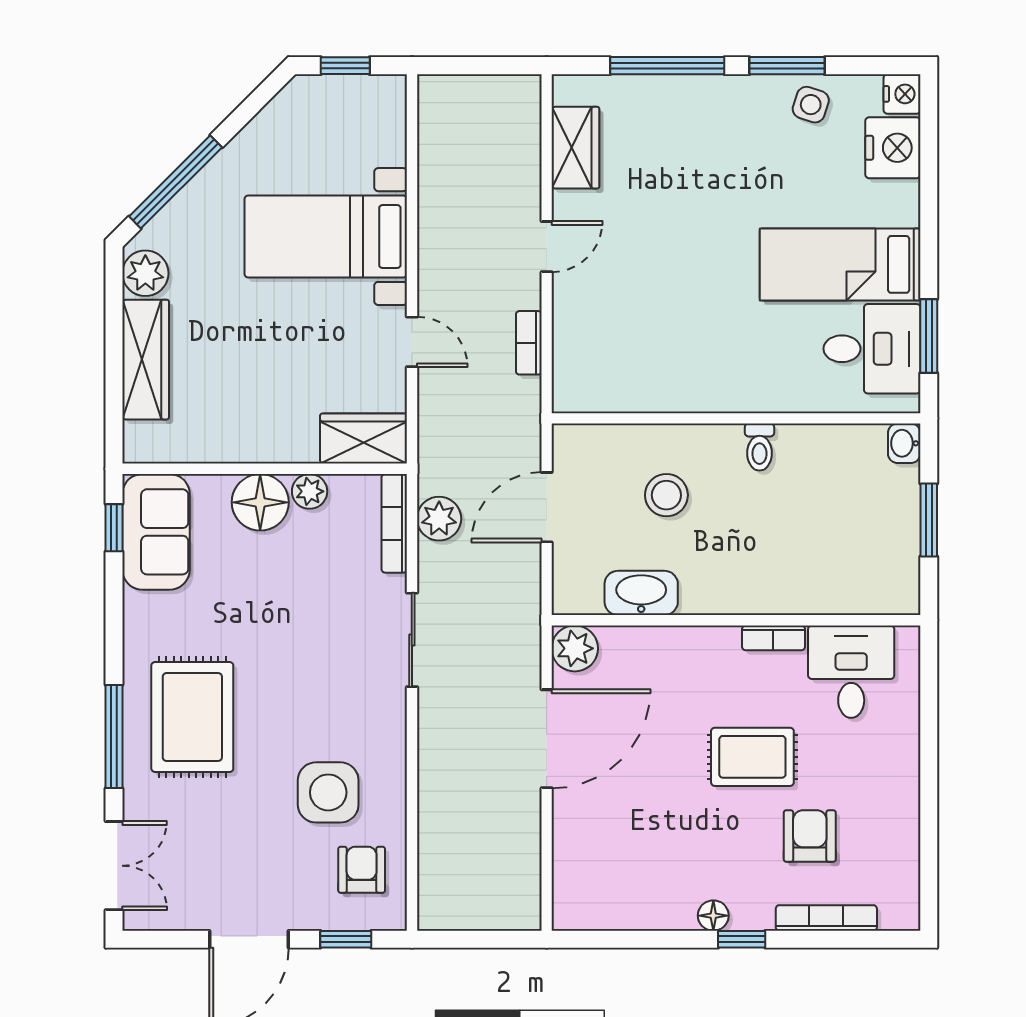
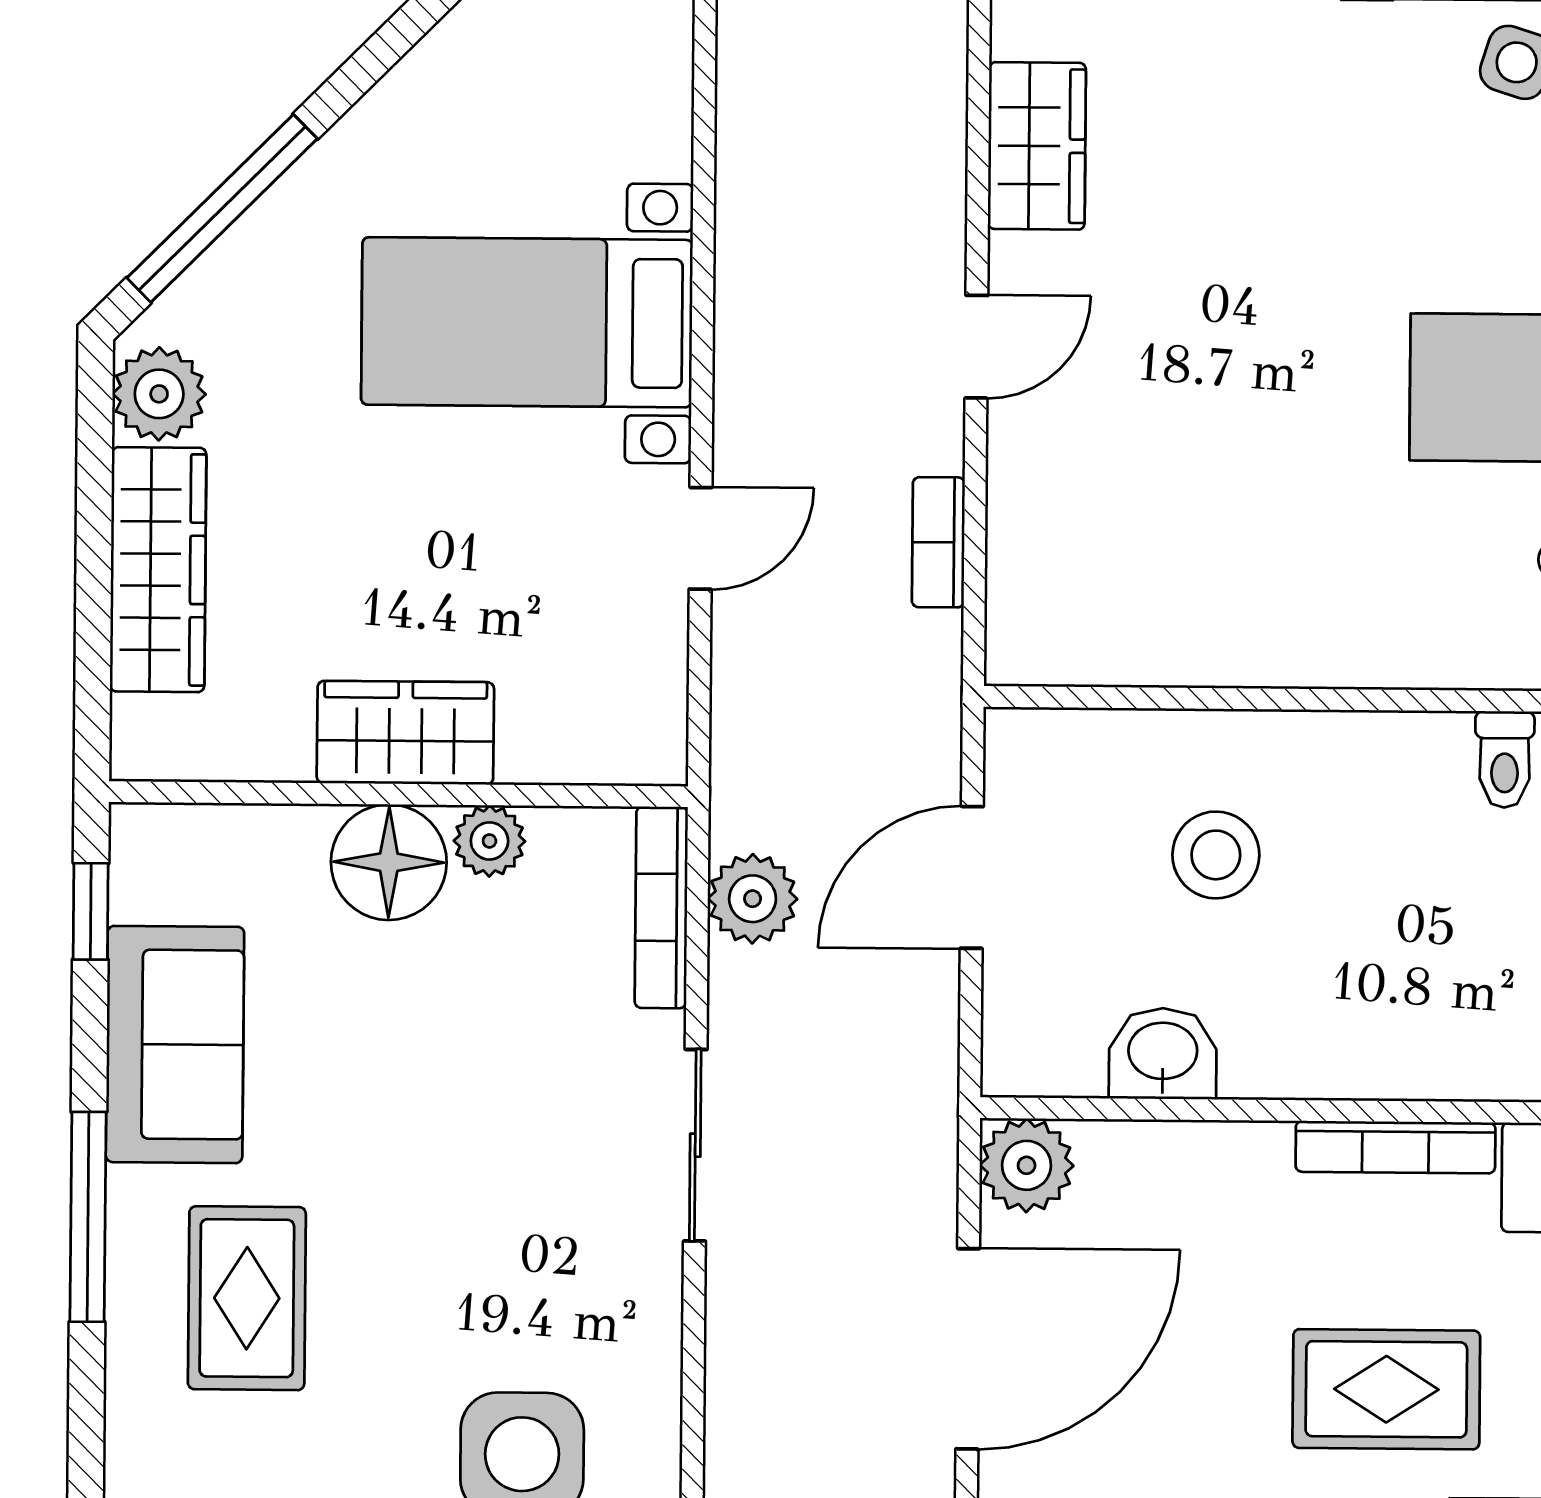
door: (412, 342) -> (701, 538), hinge flipped
wardrobe: (364, 439) -> (405, 733), moved
toilet: (760, 447) -> (1505, 759), moved
sofa: (156, 532) -> (175, 1044), moved
washbasin: (641, 593) -> (1163, 1054), width x0.72
bookcase: (773, 638) -> (1395, 1147), width x1.56
rug: (192, 717) -> (247, 1298), width x0.73, depth x0.70
window: (114, 737) -> (88, 1217), moved

